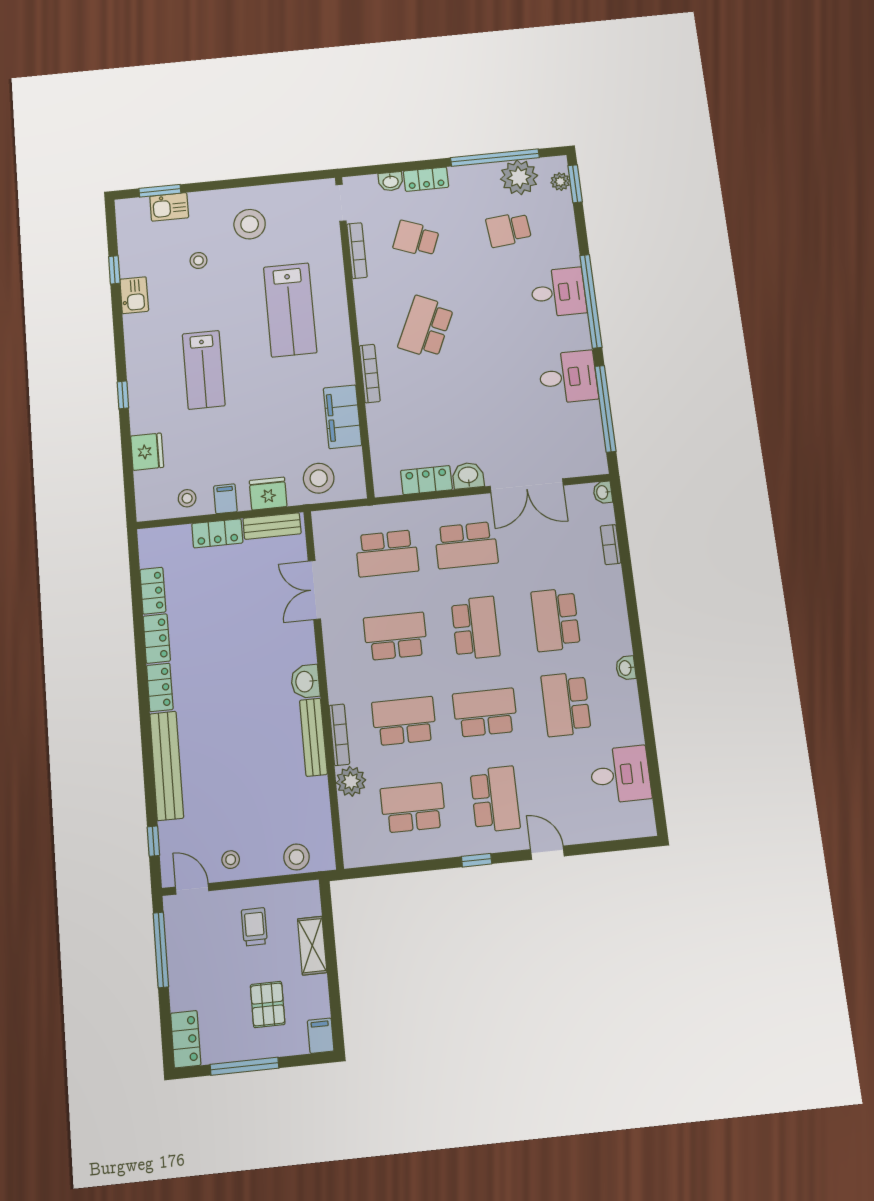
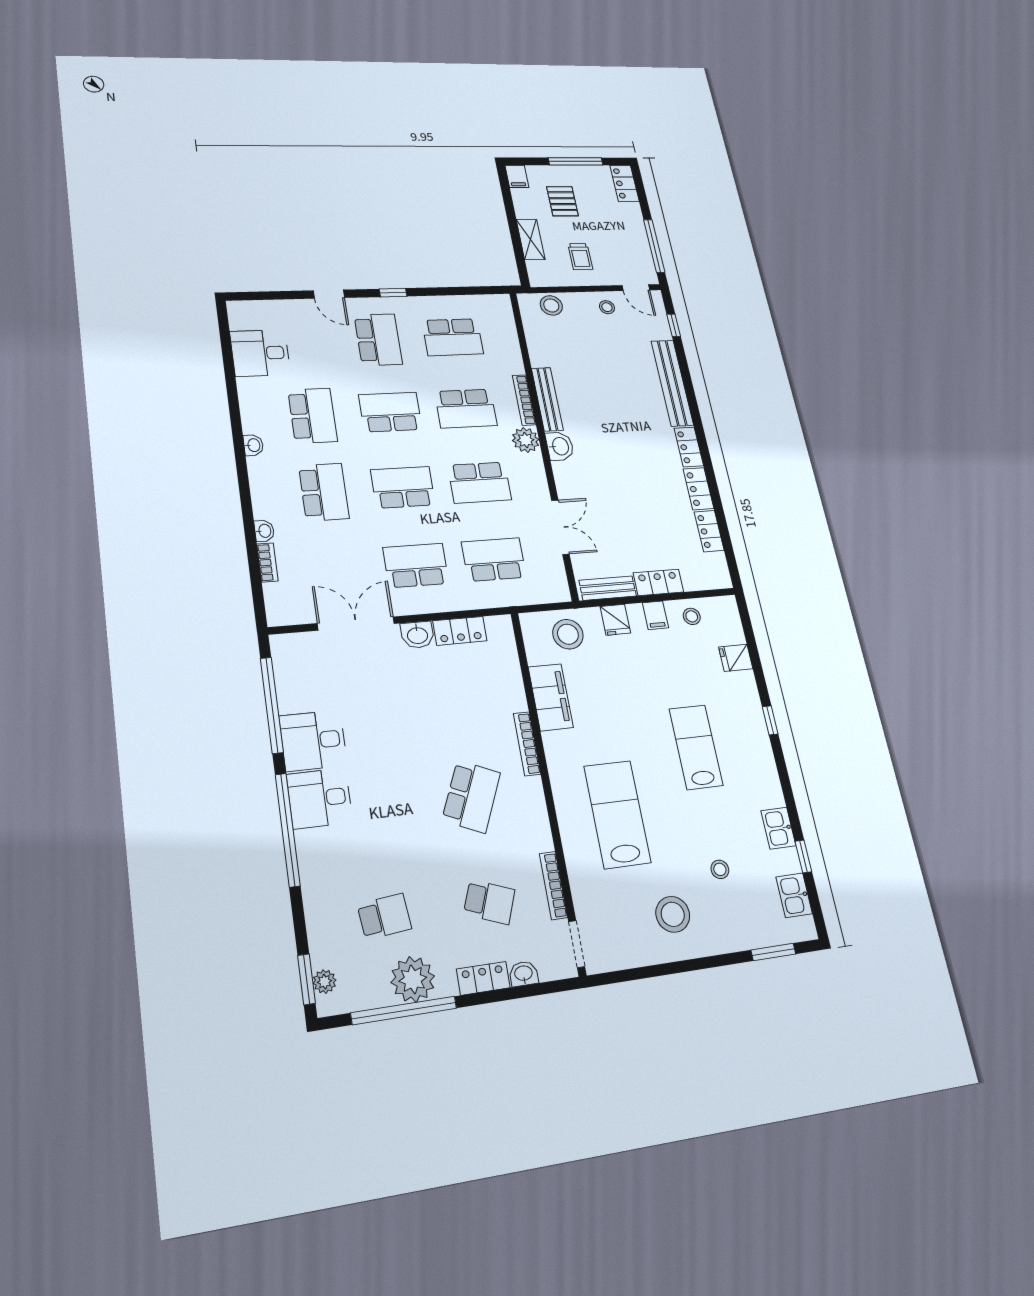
plant: (519, 177) -> (413, 979), moved
kitchen sink: (169, 207) -> (794, 895), moved, turned -90
desk: (558, 292) -> (320, 798), moved
fridge: (147, 452) -> (736, 658), width x0.72
washbasin: (603, 492) -> (264, 531), moved
fridge: (268, 494) -> (615, 620), width x0.72
school desk: (476, 628) -> (403, 487), turned 90
school desk: (485, 713) -> (390, 412), turned 180
plant: (351, 781) -> (526, 440), moved
school desk: (495, 799) -> (378, 340), turned 180

